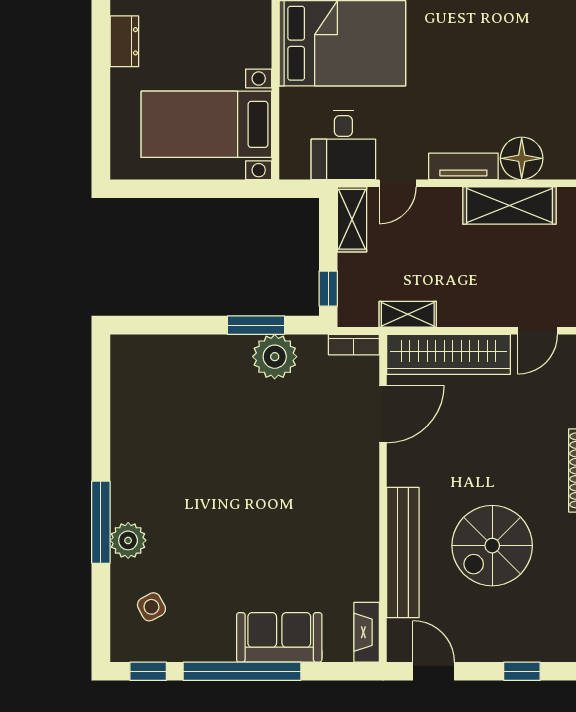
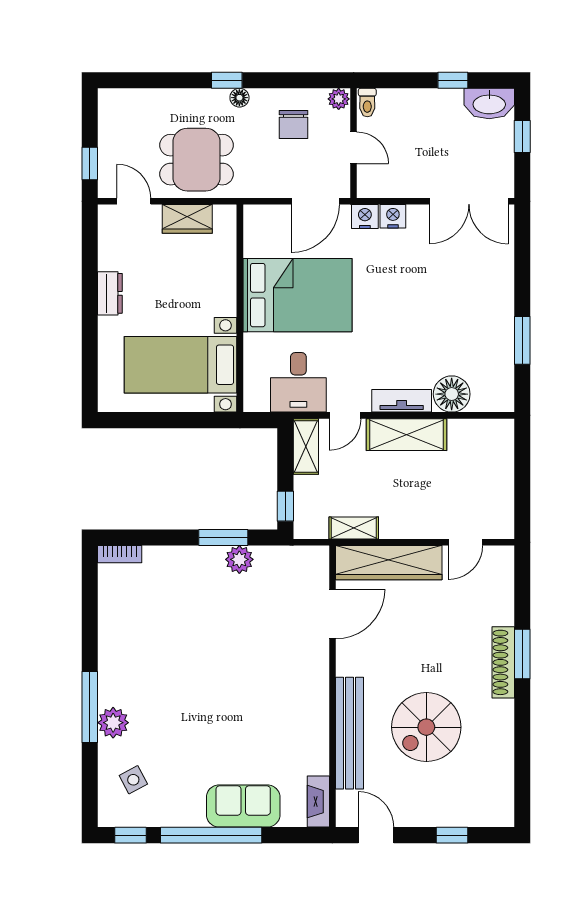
shelving: (509, 206) -> (406, 435), moved
bookcase: (354, 345) -> (120, 554), moved
plant: (275, 357) -> (239, 559), width x0.73, depth x0.73

